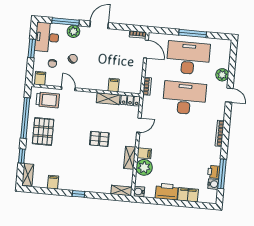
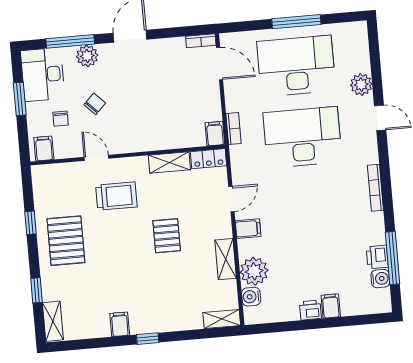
filing cabinet: (114, 85) -> (215, 134), moved
trolley: (48, 100) -> (116, 196), moved
window: (25, 118) -> (31, 223), width x0.32
pallet: (99, 139) -> (167, 236), turned 90
filing cabinet: (144, 153) -> (248, 229), moved
filing cabinet: (53, 182) -> (120, 324), moved
water cooler: (139, 192) -> (251, 297), moved
printer: (167, 192) -> (310, 310), width x0.53, depth x0.68
filing cabinet: (188, 195) -> (331, 306), width x0.50

